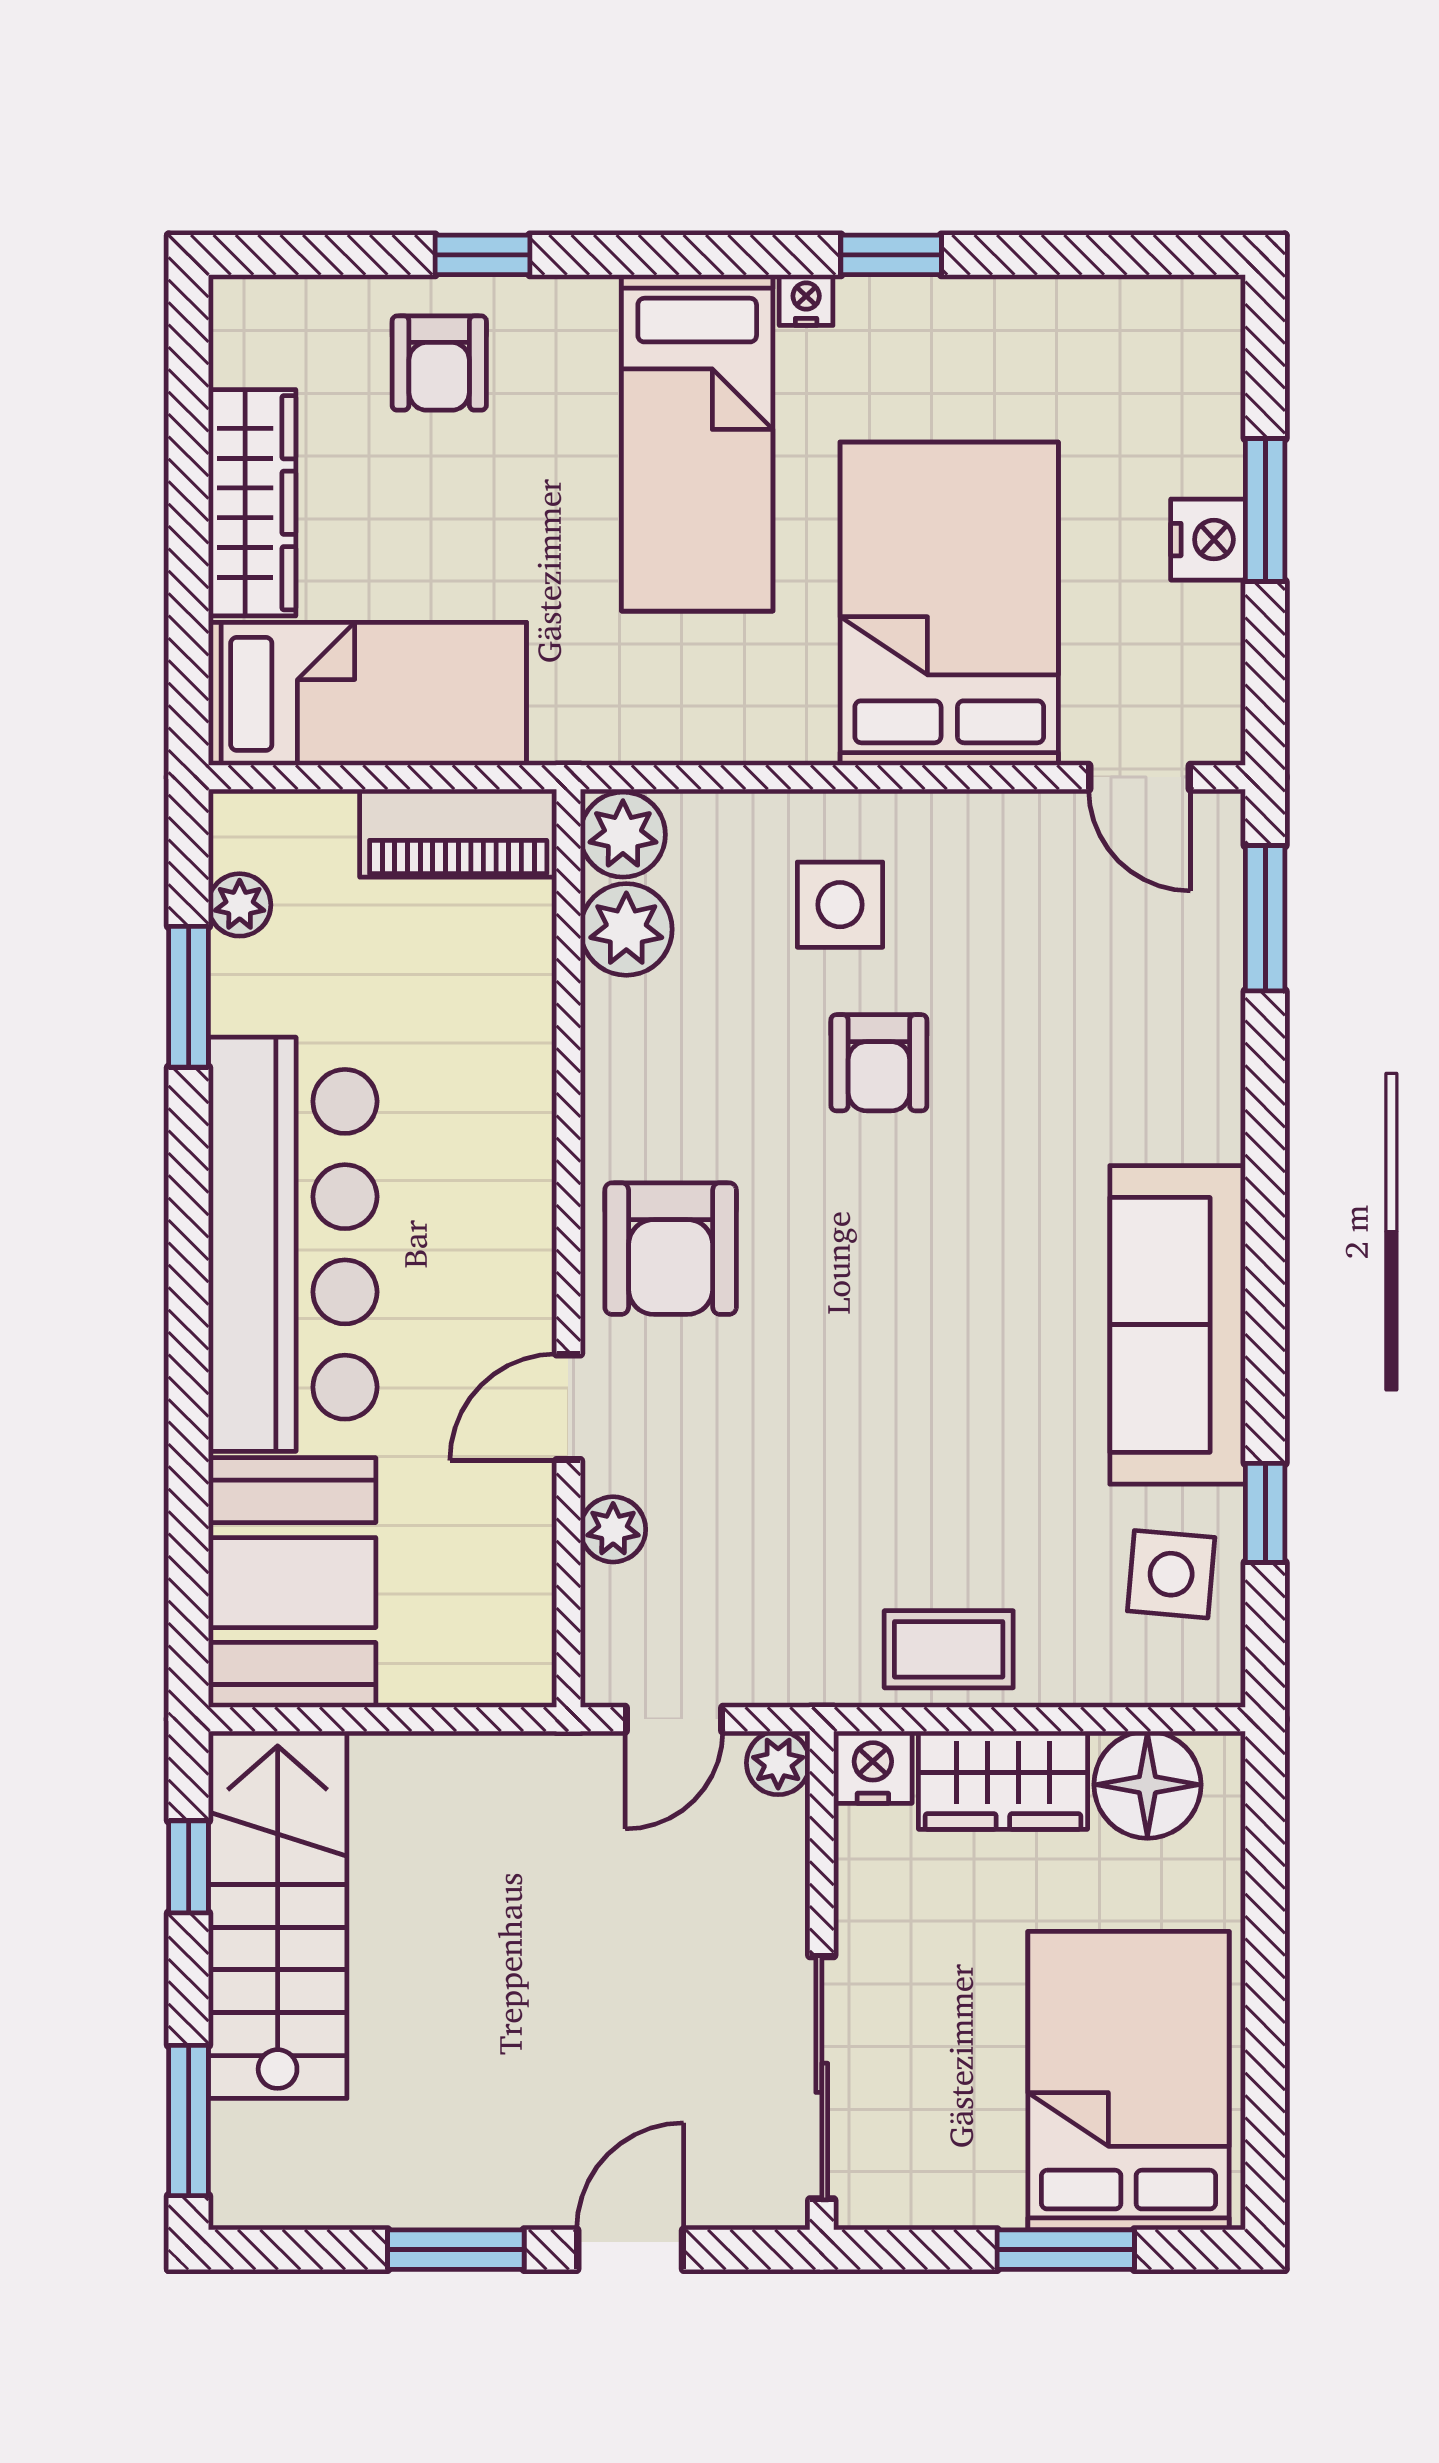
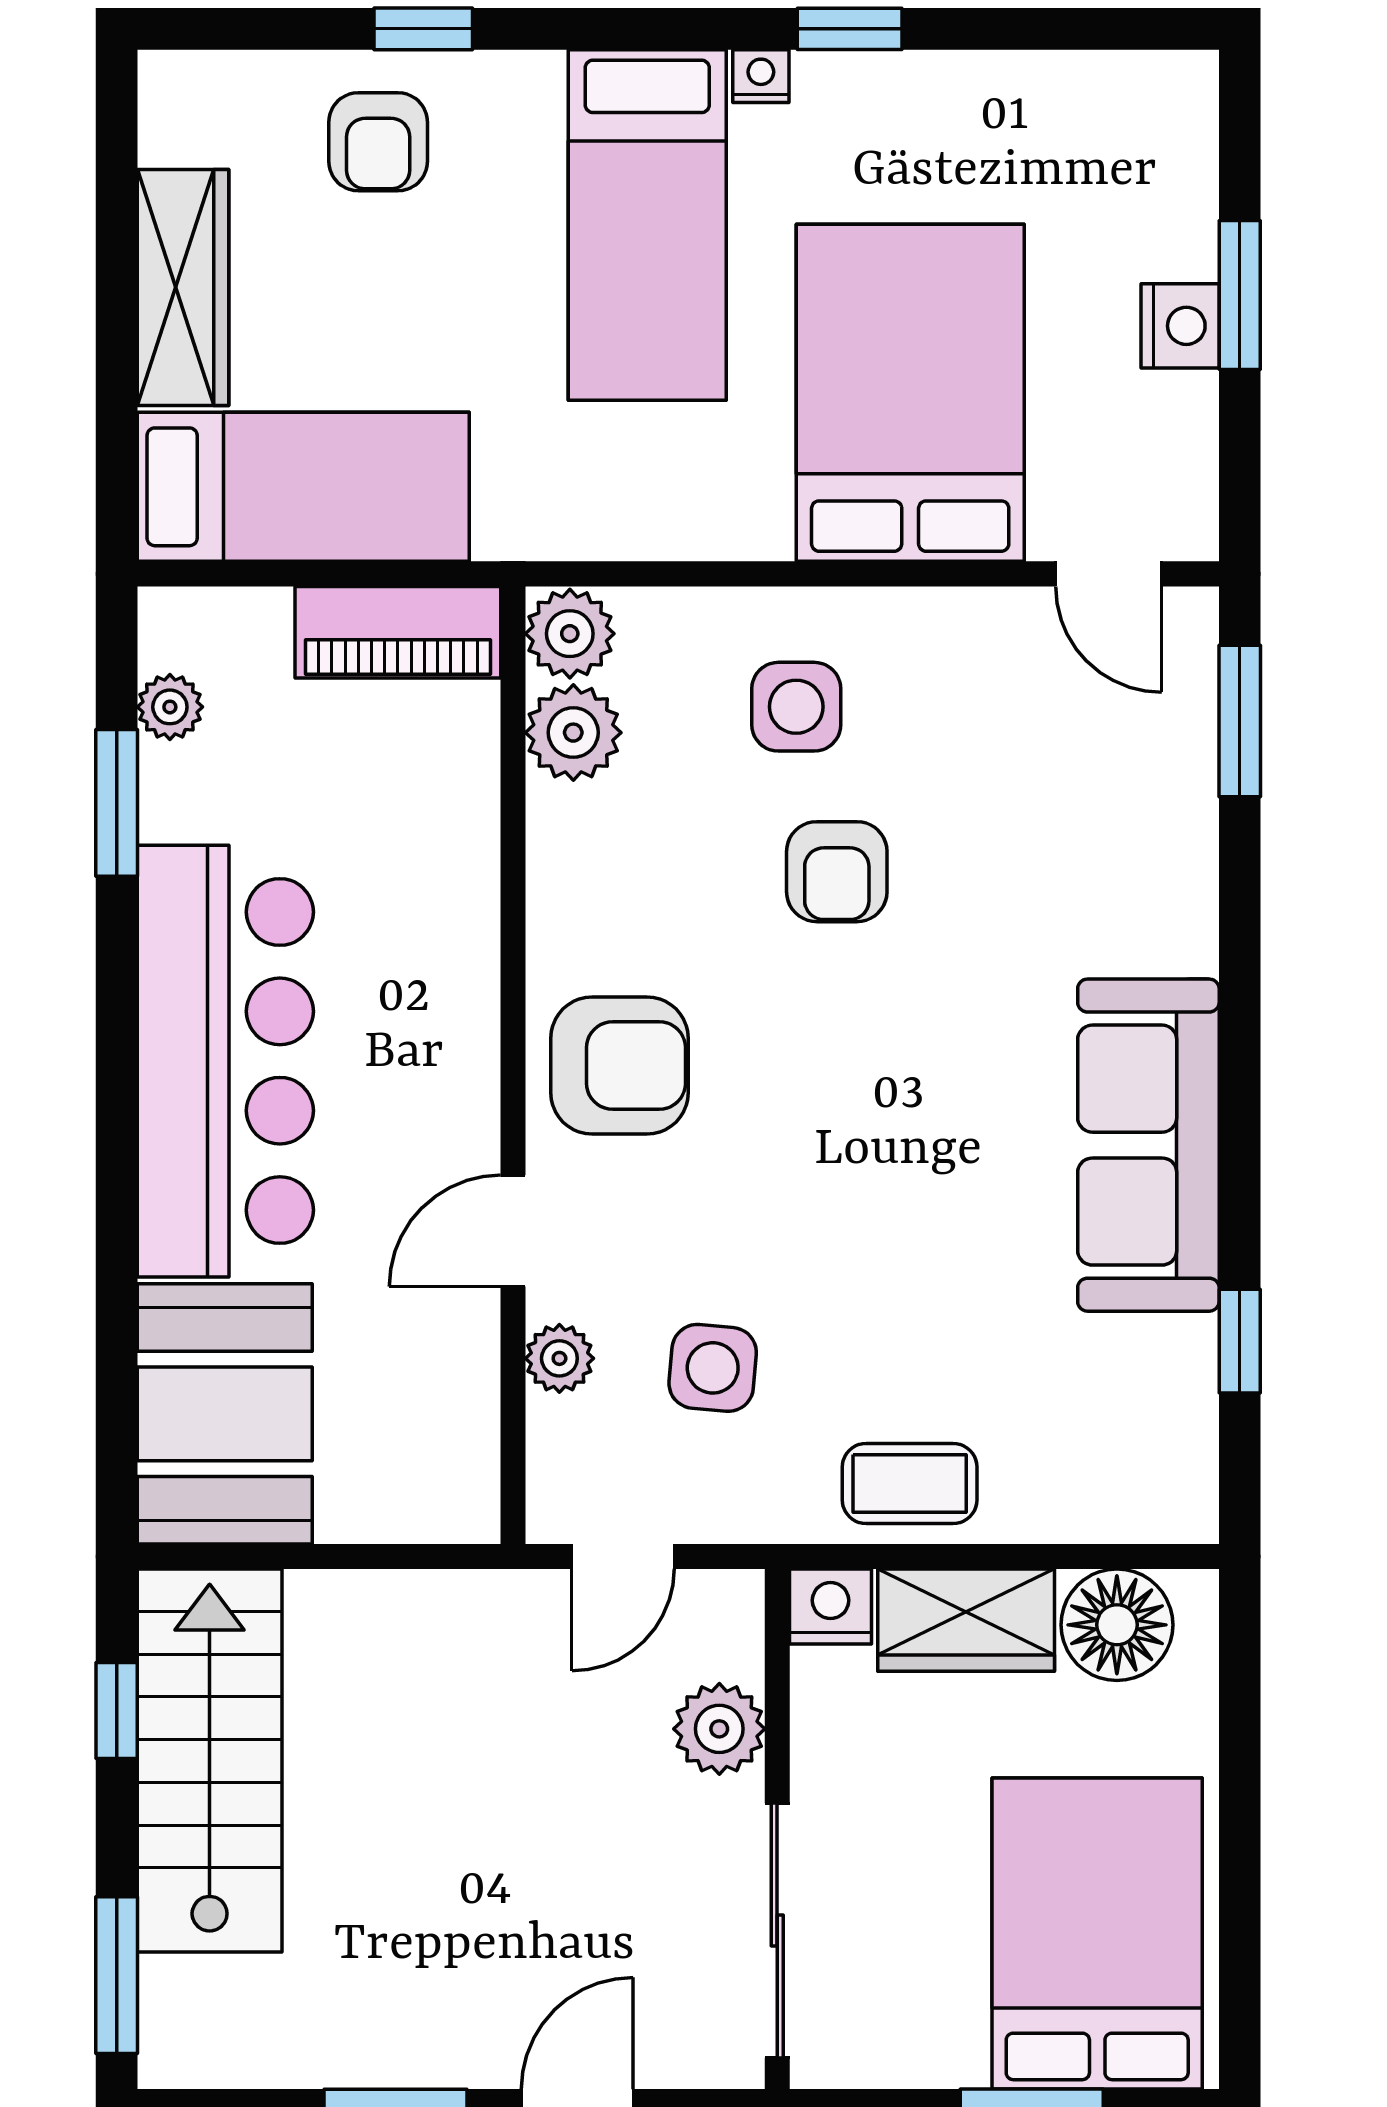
armchair: (671, 1249) -> (620, 1065), turned -90
side table: (1171, 1574) -> (713, 1368), moved
plant: (778, 1763) -> (719, 1729), moved, width x1.38, depth x1.38

